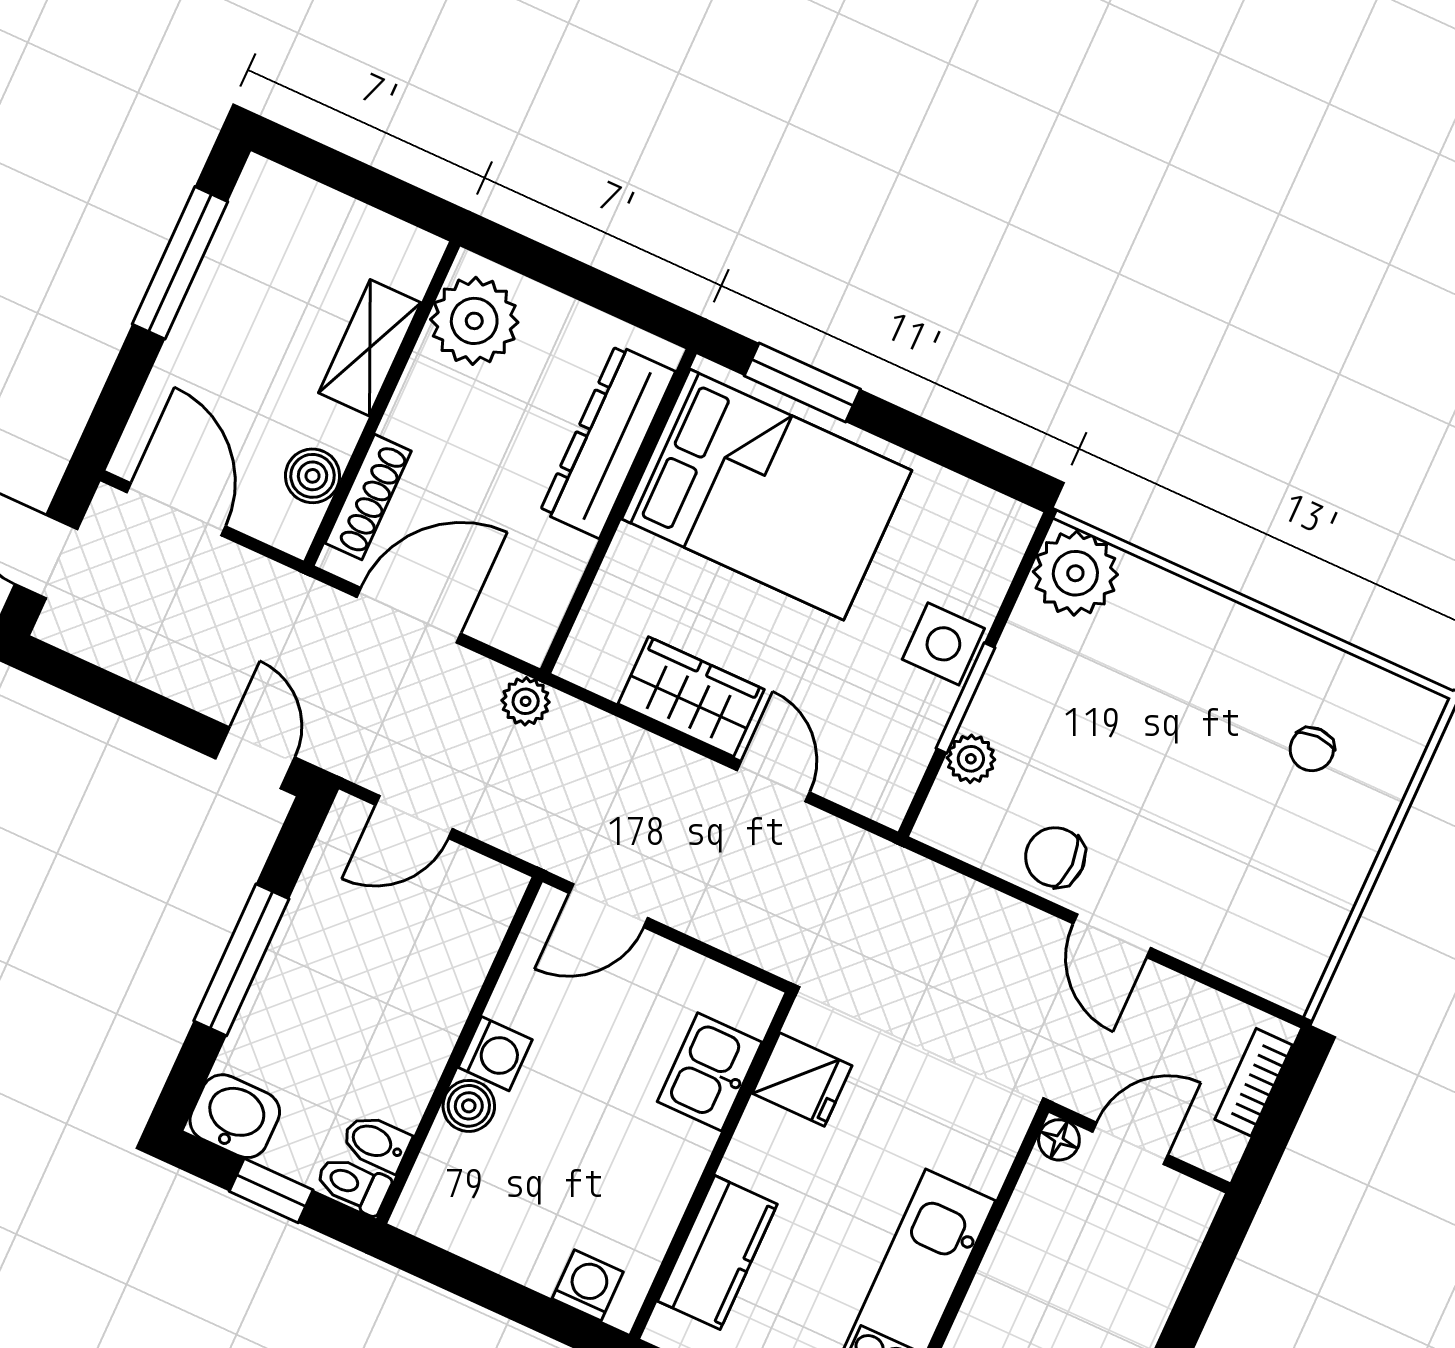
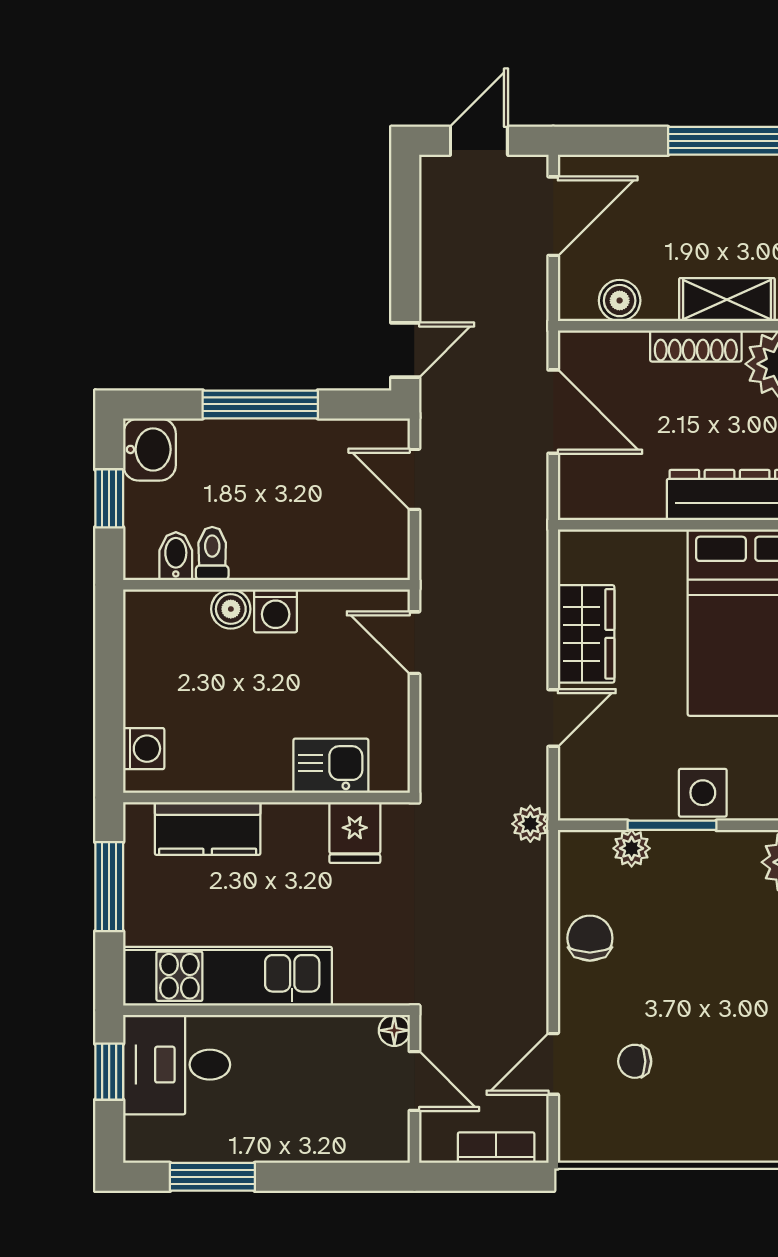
shoe rack: (368, 497) -> (696, 346), moved
plant: (526, 701) -> (530, 824), moved
chair: (1312, 749) -> (635, 1061), moved
door: (1112, 936) -> (553, 1064), moved
toilet: (353, 1185) -> (212, 554), moved

